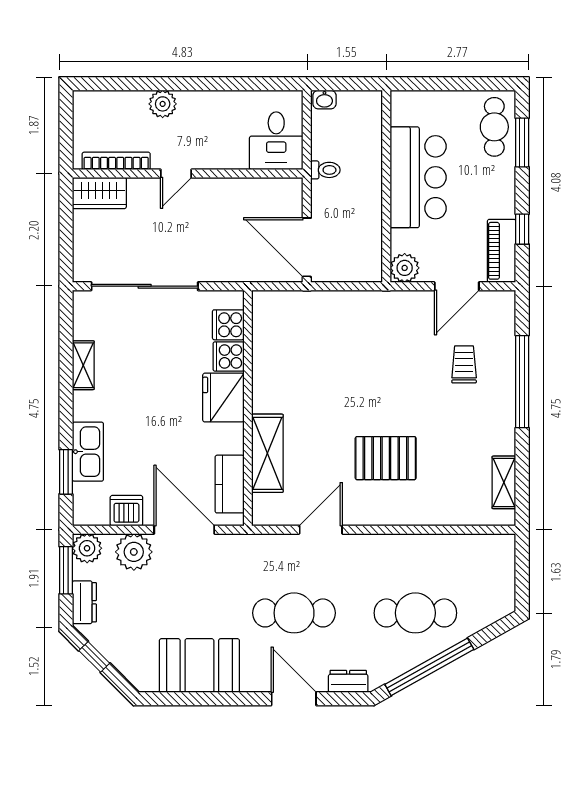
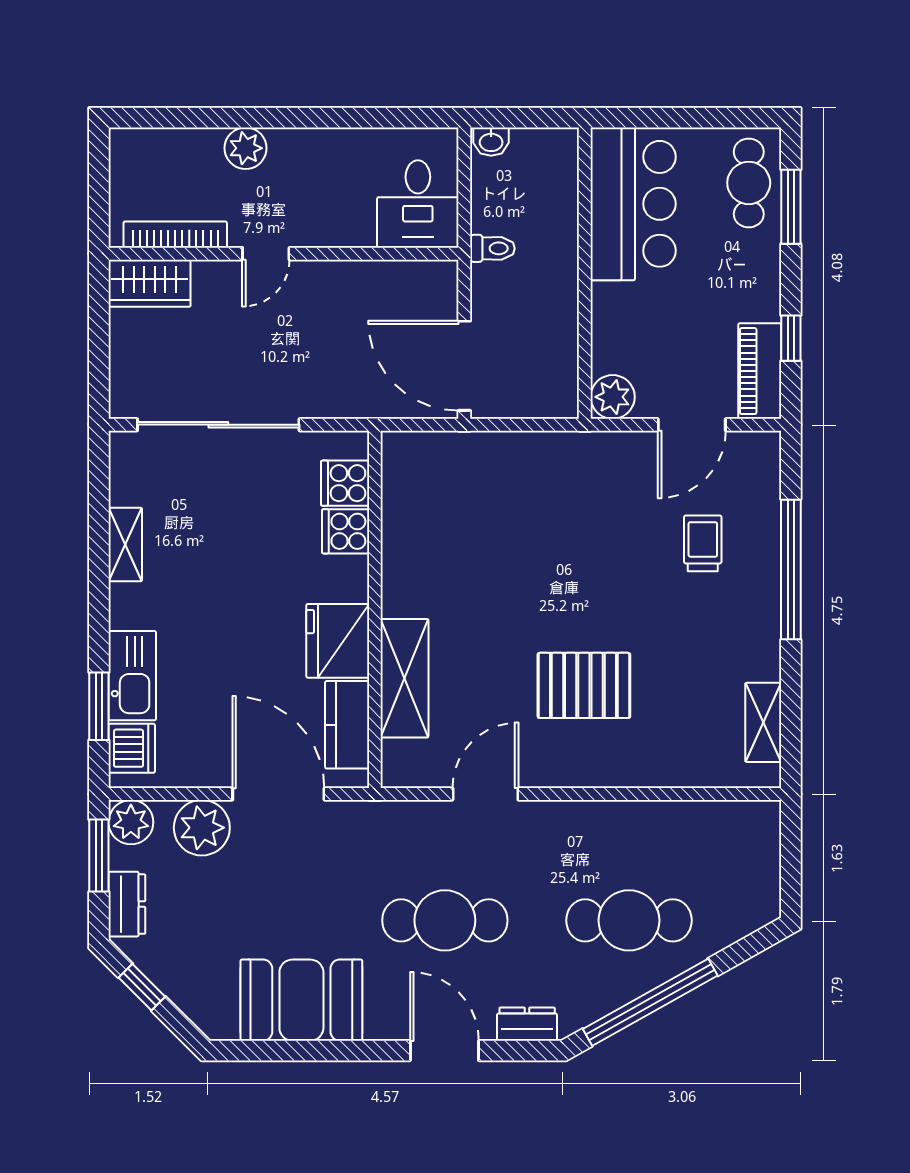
bar counter: (418, 177) -> (633, 204), moved
fridge: (223, 398) -> (338, 641), moved
dishwasher: (126, 511) -> (132, 748), moved, turned 90

